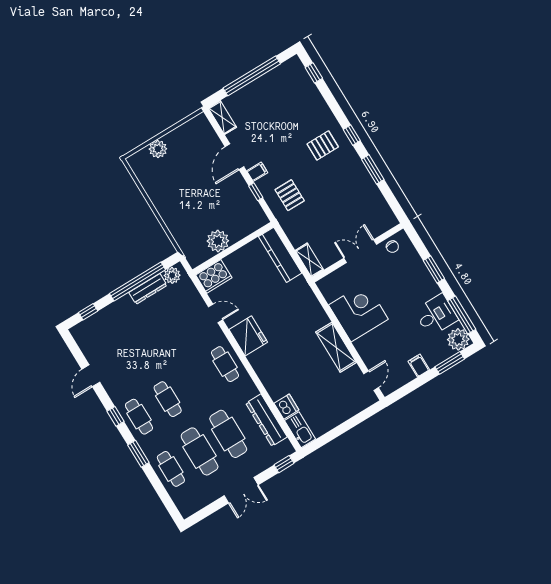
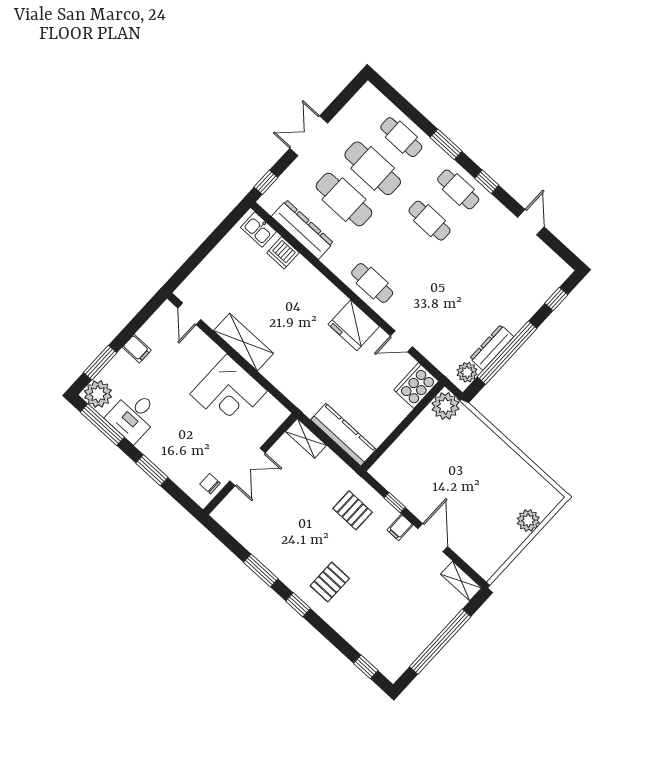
plant: (218, 241) -> (445, 406), moved
kitchen sink: (300, 430) -> (258, 230), width x0.73

